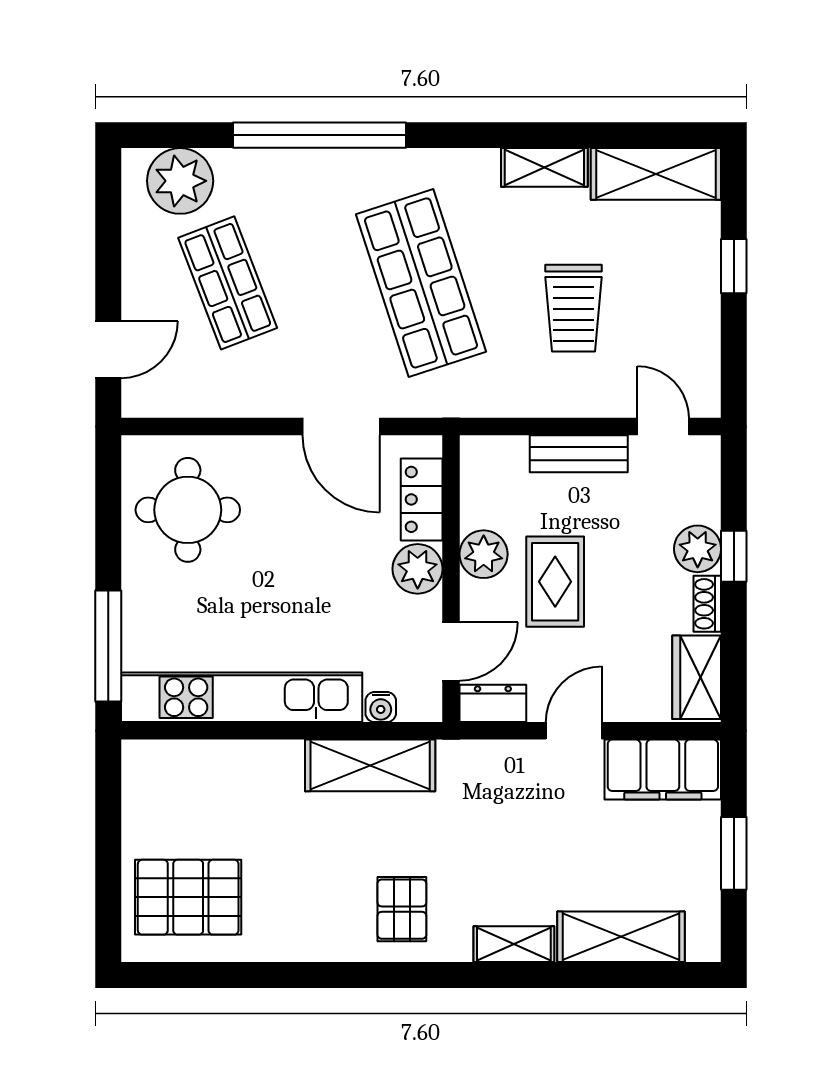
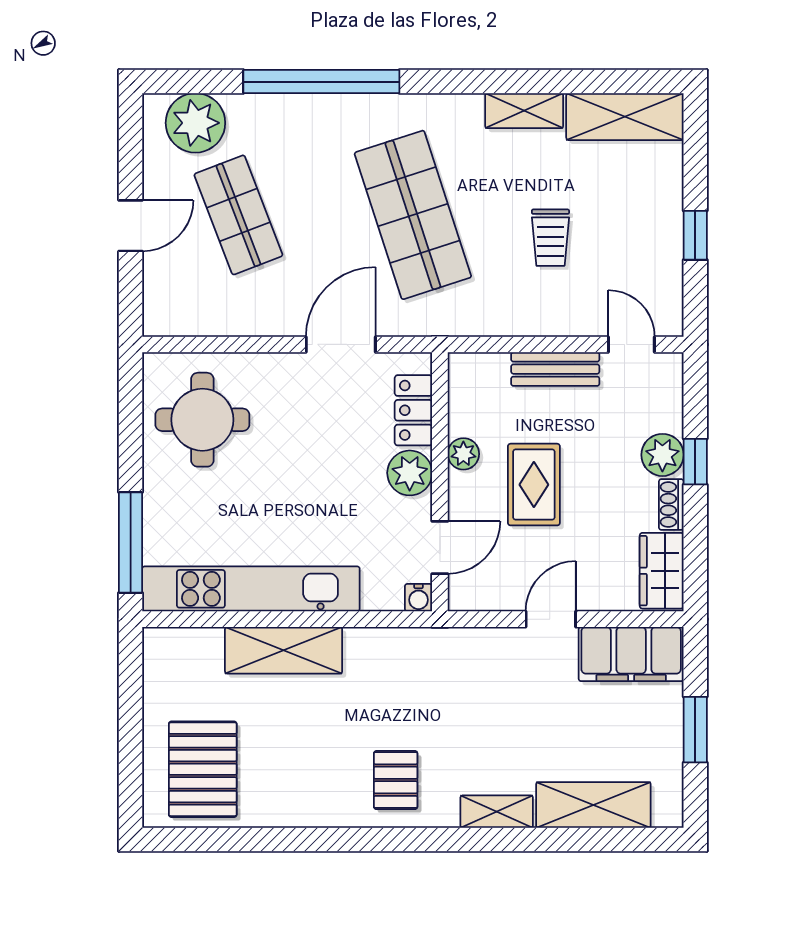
window: (734, 266) -> (695, 235), moved
trolley: (573, 308) -> (550, 238), width x0.73, depth x0.72
door: (108, 350) -> (131, 226), moved
door: (341, 427) -> (341, 344), swing flipped
plant: (484, 554) -> (463, 454), width x0.73, depth x0.73
dresser: (493, 703) -> (478, 594), removed
water cooler: (381, 707) -> (419, 598), moved
shelving: (370, 765) -> (284, 650), moved
pallet: (188, 897) -> (203, 769), turned 90

